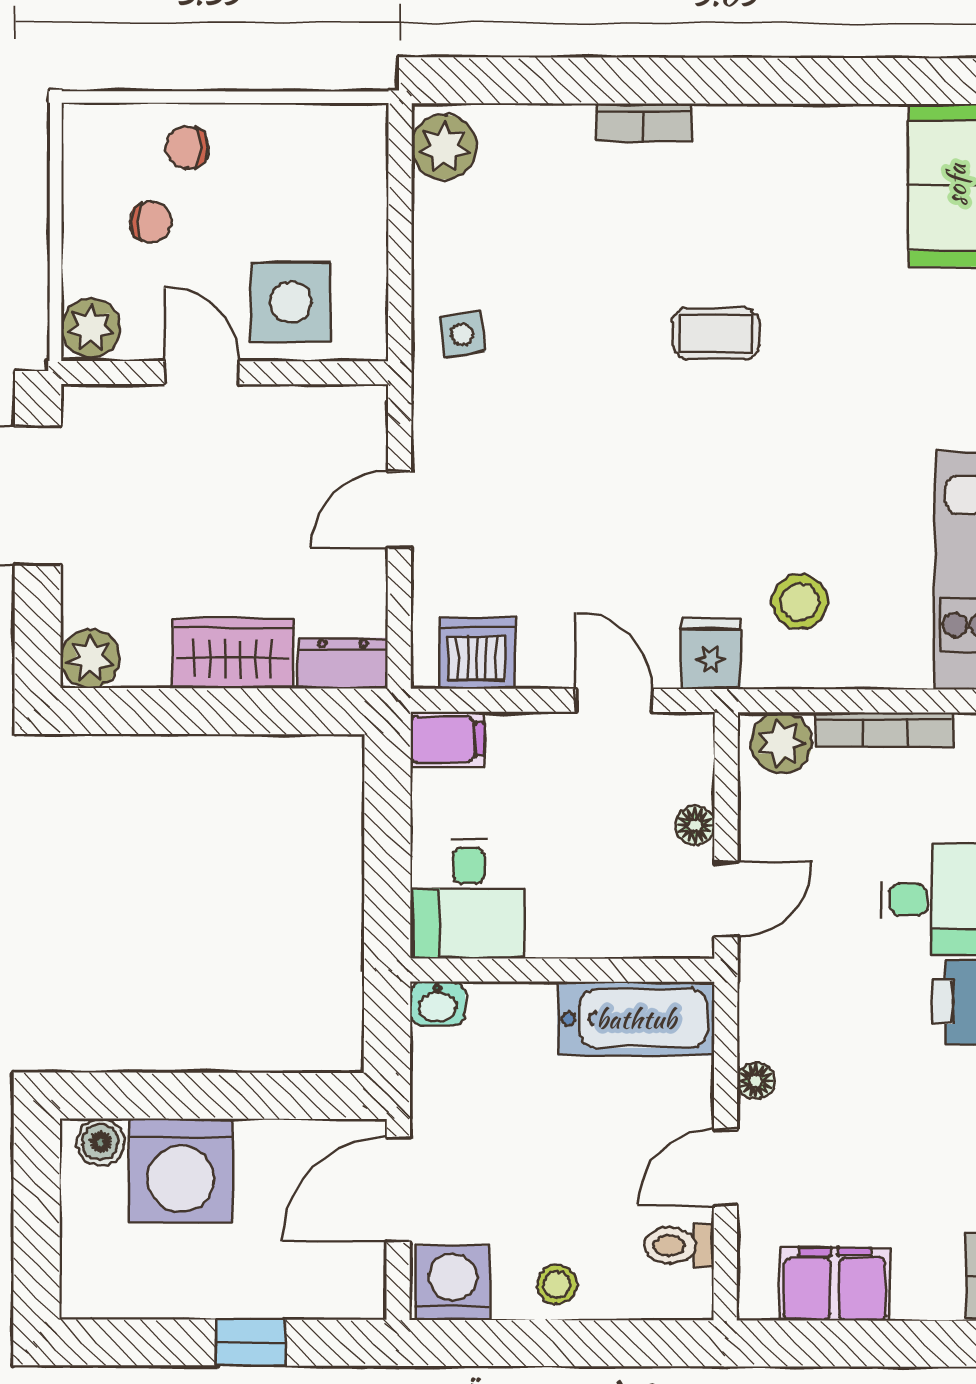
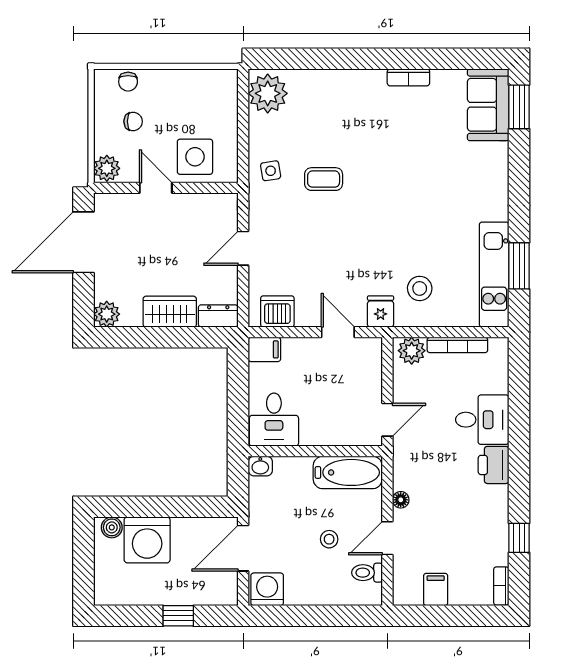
bookcase: (644, 123) -> (408, 77), moved
chair: (187, 147) -> (128, 82), moved, turned -90
plant: (444, 147) -> (268, 93), width x1.36, depth x1.36
coffee table: (716, 334) -> (324, 179), moved
floor lamp: (695, 825) -> (374, 387), removed
filing cabinet: (835, 1284) -> (436, 589), width x0.50
stool: (557, 1285) -> (329, 539), moved

